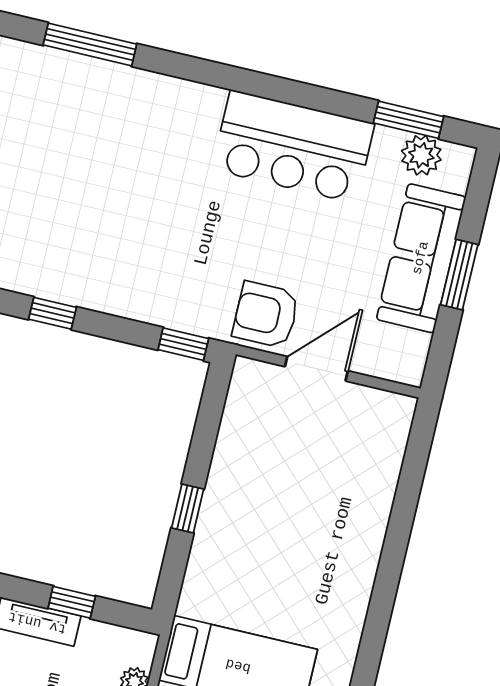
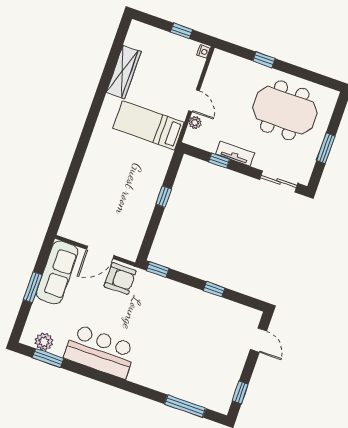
sofa: (421, 258) -> (57, 272), moved

